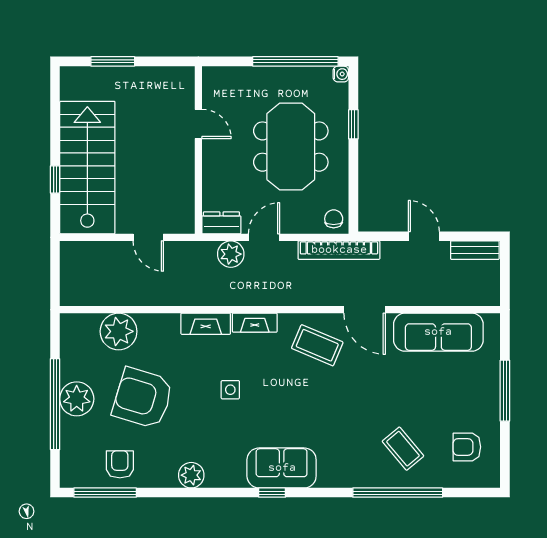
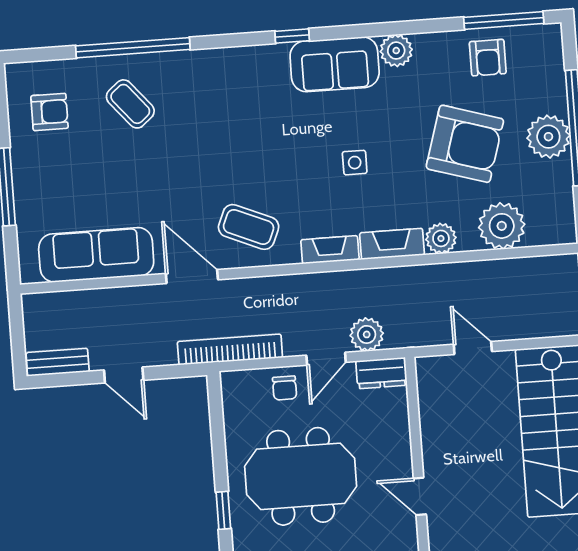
meeting table: (291, 147) -> (301, 476), turned 90
chair: (334, 219) -> (285, 388), moved
plant: (167, 325) -> (441, 238), added
sofa: (282, 468) -> (335, 64), moved

